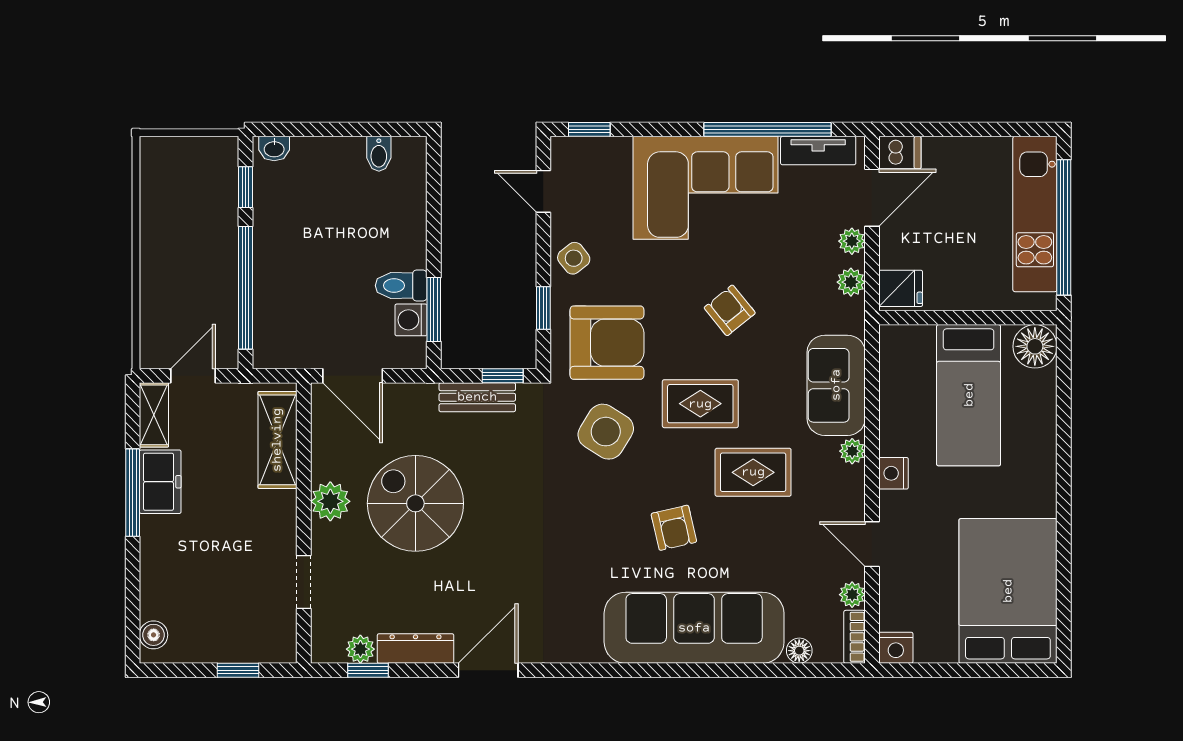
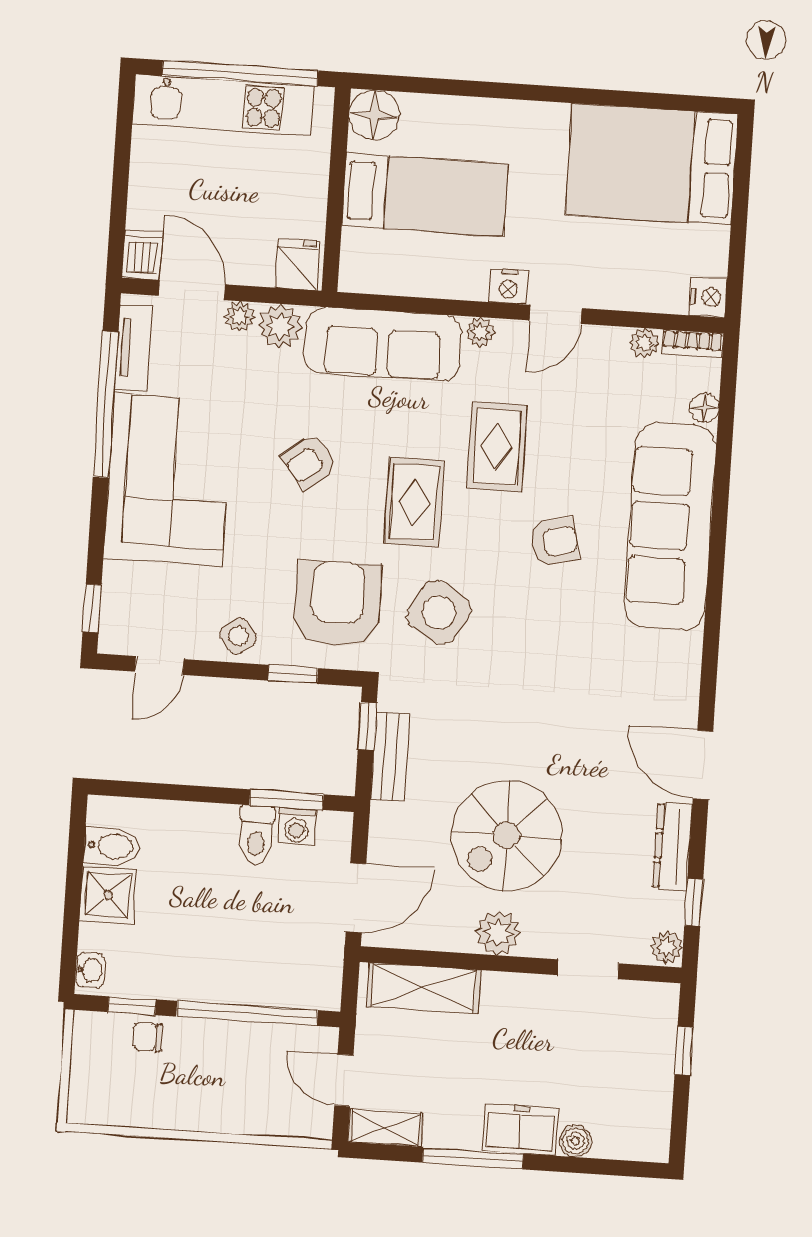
bidet: (379, 154) -> (112, 846), width x1.38, depth x1.36
shower: (341, 160) -> (108, 895), added
chair: (219, 203) -> (148, 1037), added
plant: (851, 282) -> (280, 326), width x1.38, depth x1.38
sofa: (836, 385) -> (383, 344), width x1.36
freezer: (160, 482) -> (520, 1130), moved
door: (872, 544) -> (556, 314), moved
boiler: (154, 635) -> (575, 1141), moved
plant: (360, 649) -> (667, 947), moved

